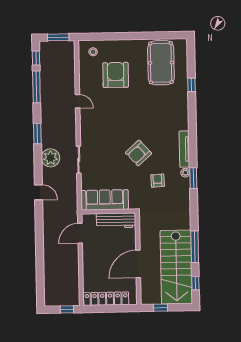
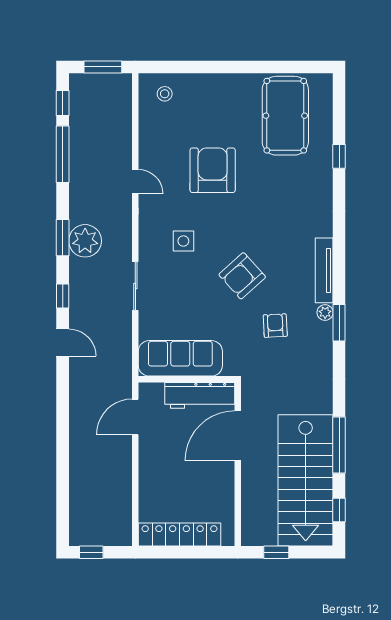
armchair: (116, 75) -> (213, 170), moved
side table: (105, 134) -> (183, 241), added
plant: (50, 158) -> (85, 241), moved
window: (38, 166) -> (63, 296), added
door: (138, 264) -> (238, 436), moved
window: (67, 309) -> (91, 552), moved

